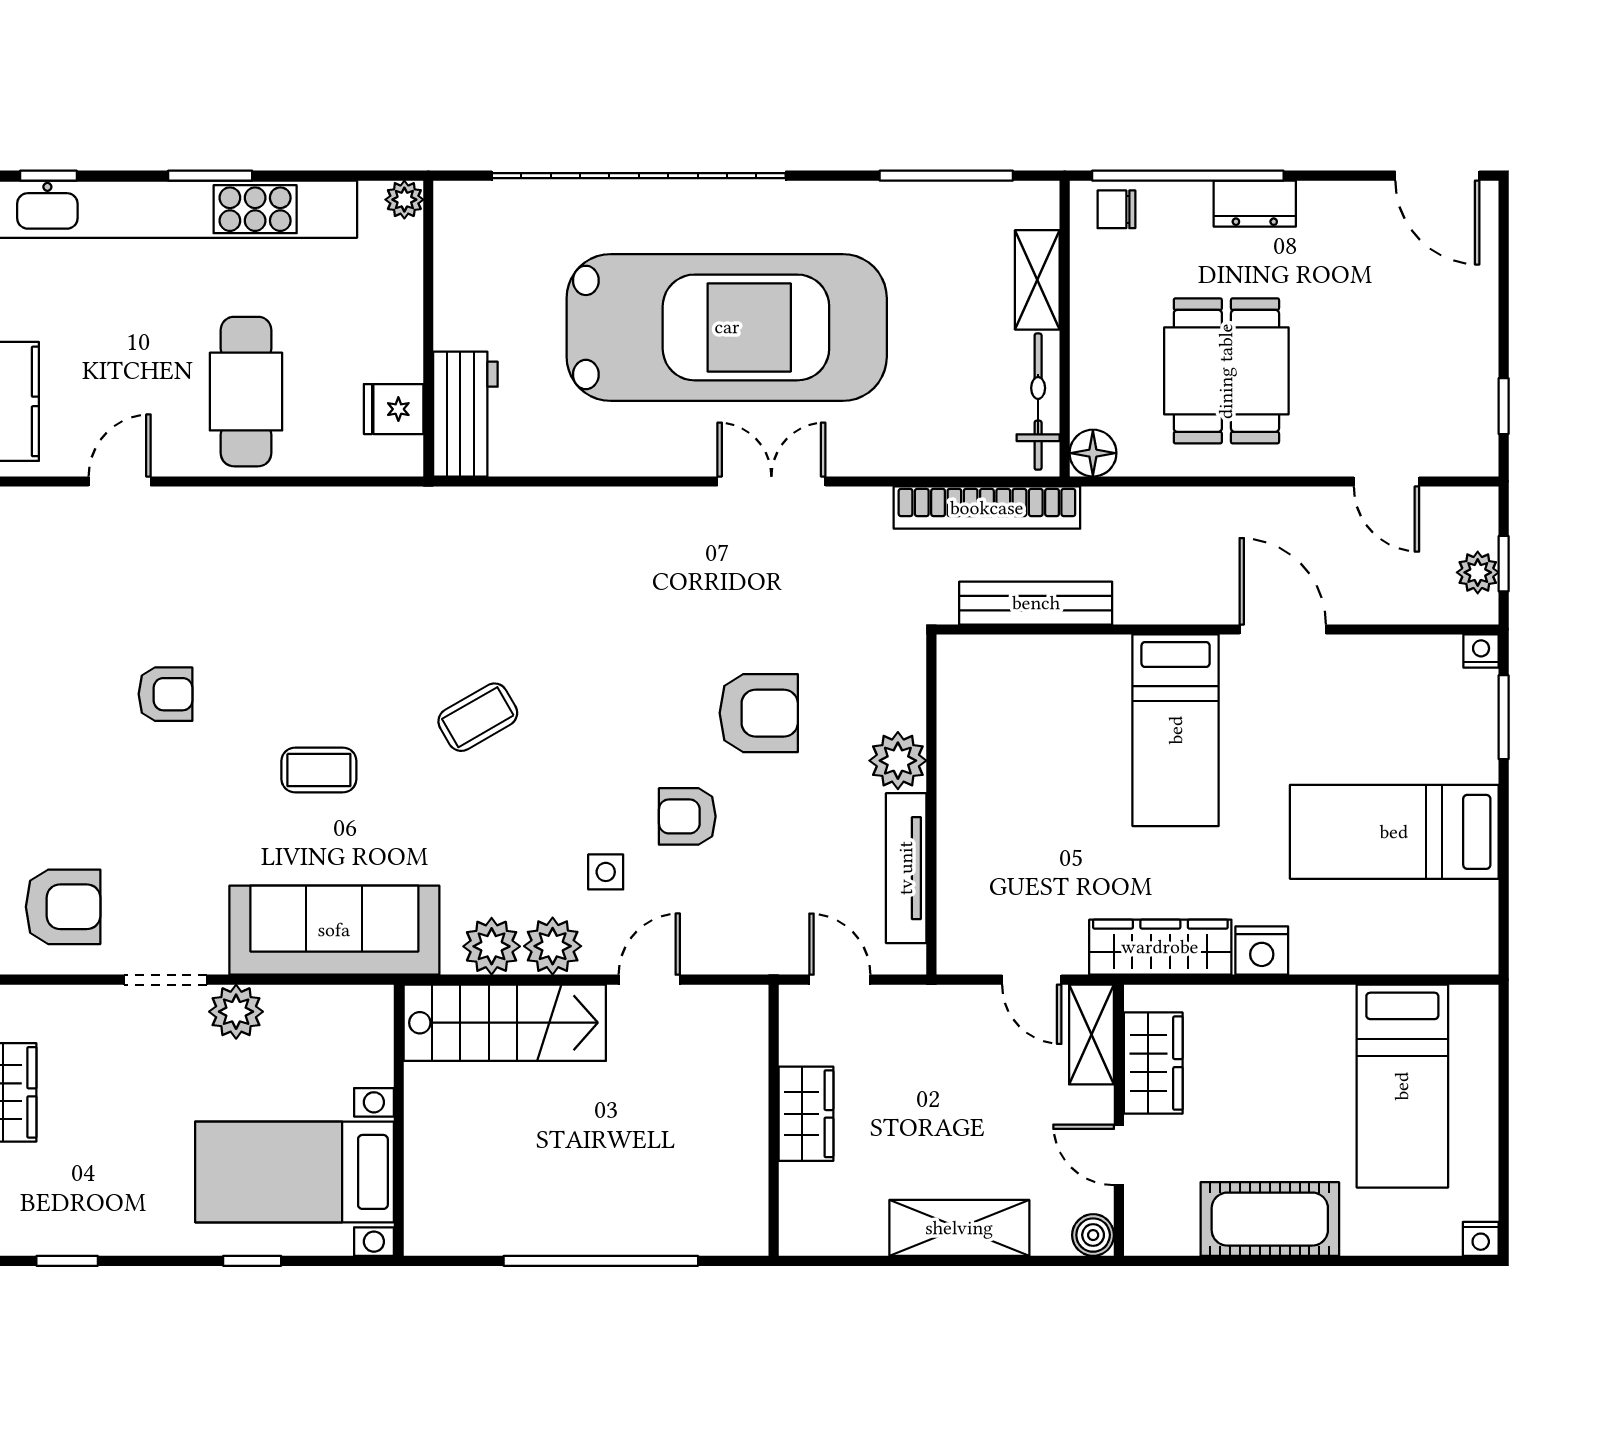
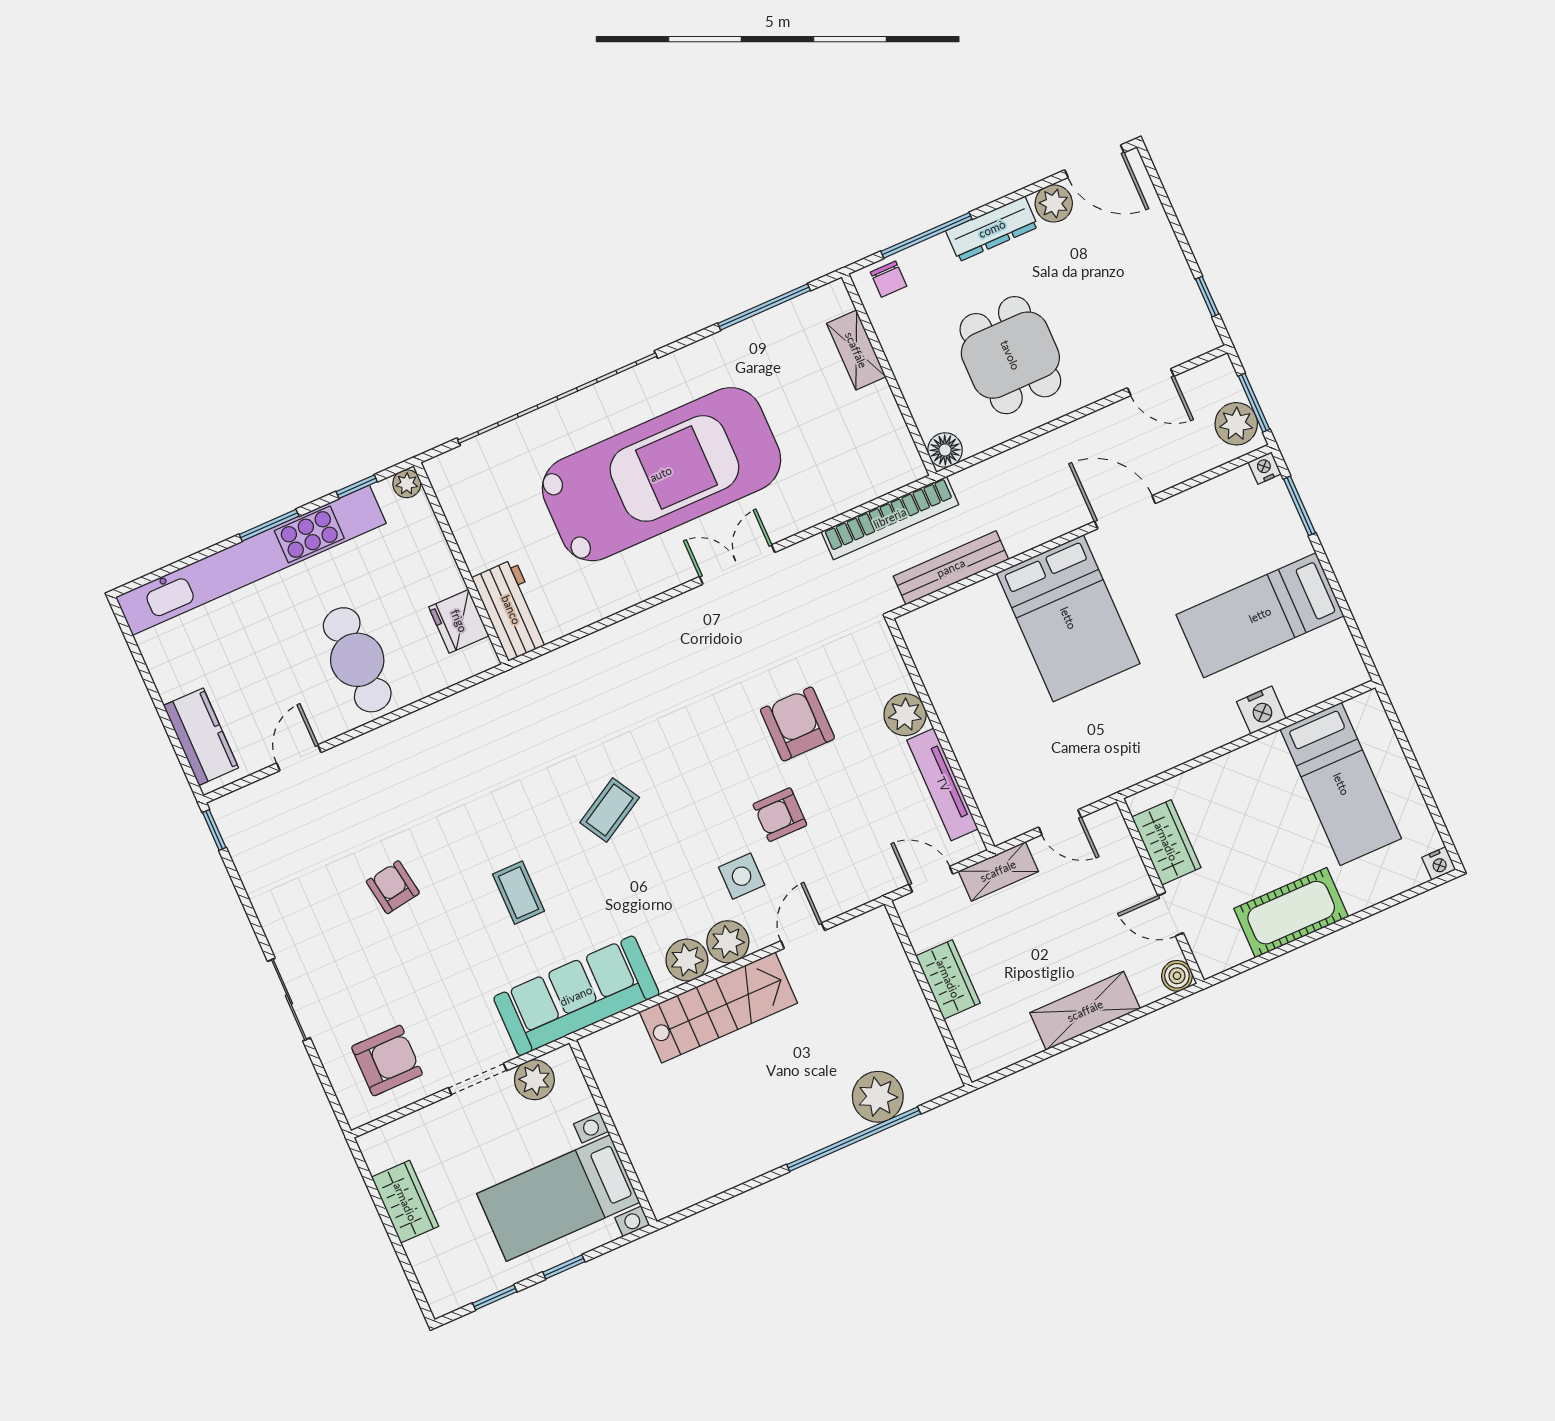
window: (48, 176) -> (357, 487), moved
window: (1188, 176) -> (926, 235), width x0.68
dresser: (1255, 204) -> (992, 229), width x1.44
plant: (1364, 206) -> (1054, 203), added
chair: (1116, 209) -> (889, 279), turned -90
bicycle: (1038, 402) -> (893, 432), removed
fridge: (394, 409) -> (459, 621), width x1.38
window: (1504, 564) -> (1254, 403), width x1.50
plant: (1478, 572) -> (1236, 424), width x1.38, depth x1.38
armchair: (166, 694) -> (393, 887), turned -99
armchair: (759, 713) -> (797, 724), turned -90
bed: (1176, 730) -> (1068, 618), width x1.50
coffee table: (319, 770) -> (518, 893), turned 90
side table: (606, 872) -> (742, 876), width x1.37, depth x1.37
wardrobe: (1160, 947) -> (1137, 762), removed
nightstand: (1262, 951) -> (1261, 710), moved
shelving: (1091, 1035) -> (998, 871), moved, turned 90
wall: (399, 1120) -> (613, 1132), moved
bed with nightstands: (294, 1172) -> (558, 1198), moved
plant: (654, 1221) -> (878, 1097), added
window: (252, 1261) -> (564, 1267), moved

